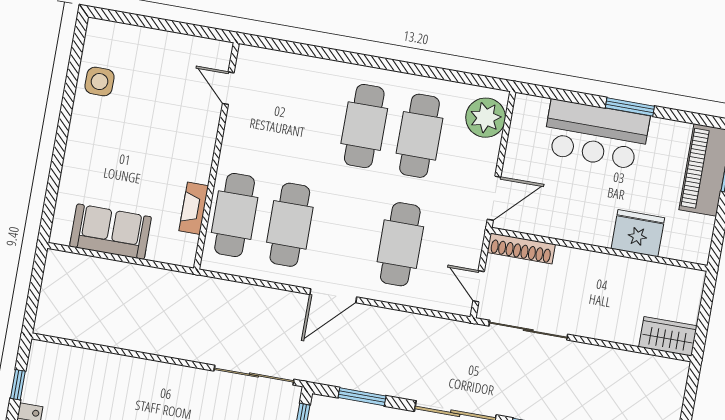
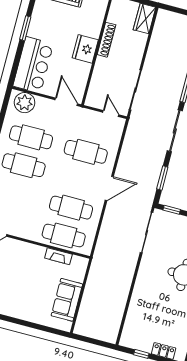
bar counter: (596, 135) -> (33, 65), moved
fridge: (638, 233) -> (85, 49), moved
shoe rack: (521, 248) -> (106, 40), moved
door: (479, 286) -> (111, 113), swing flipped
door: (333, 296) -> (109, 188), hinge flipped

